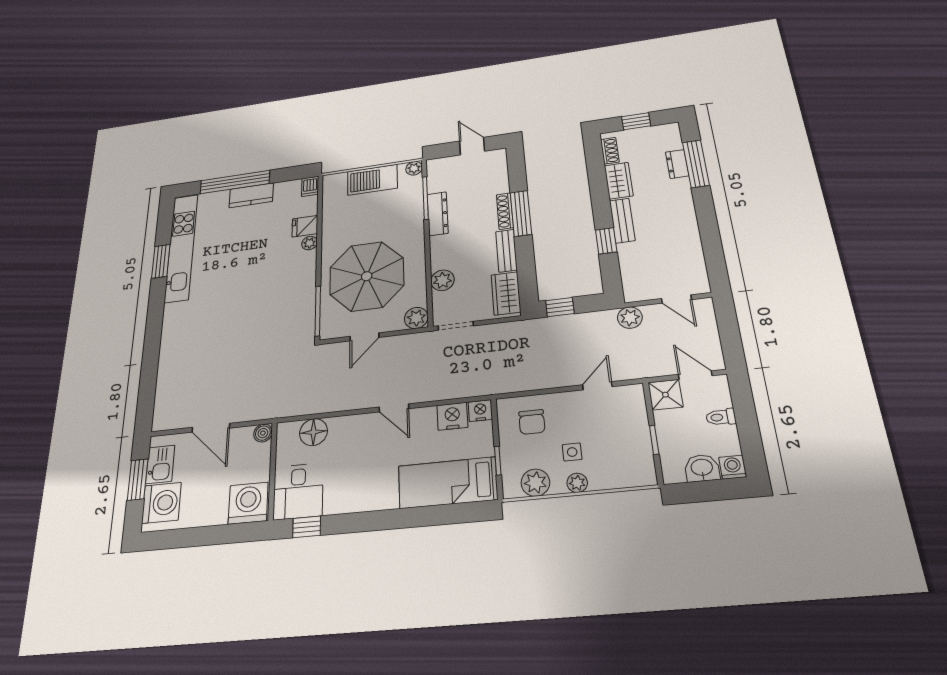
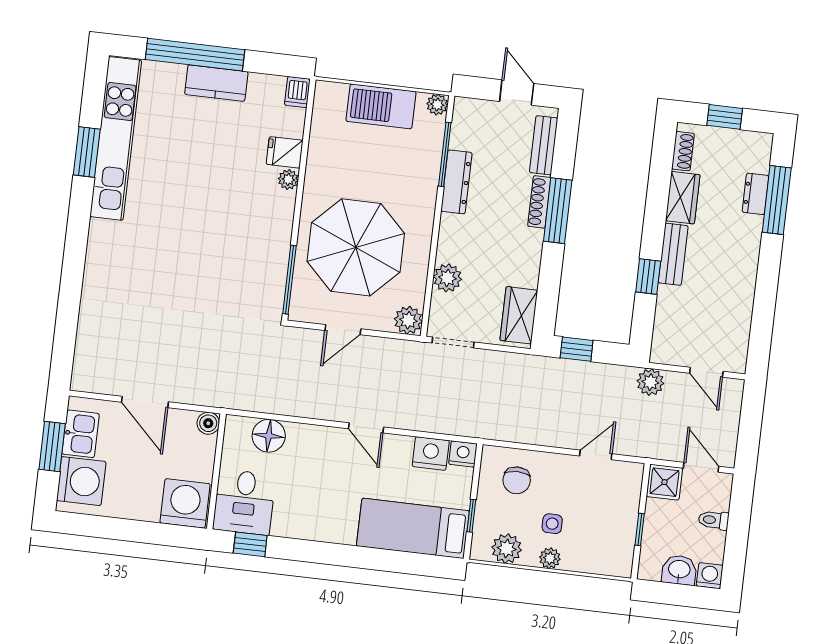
bench: (506, 251) -> (544, 145), moved

